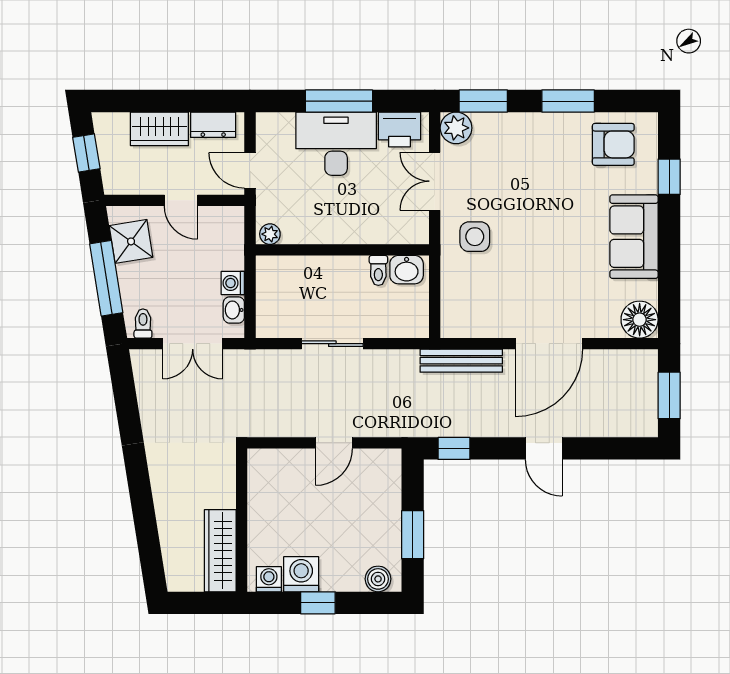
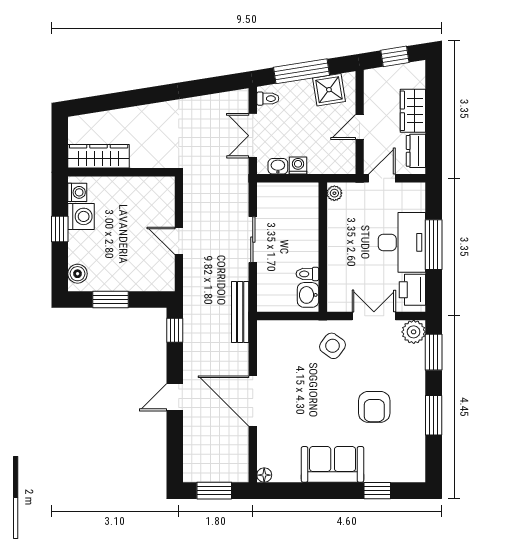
armchair: (613, 144) -> (374, 407), moved
side table: (475, 237) -> (333, 346), turned 36
floor lamp: (640, 320) -> (264, 475), width x0.53, depth x0.53
bench: (461, 361) -> (240, 312), moved

